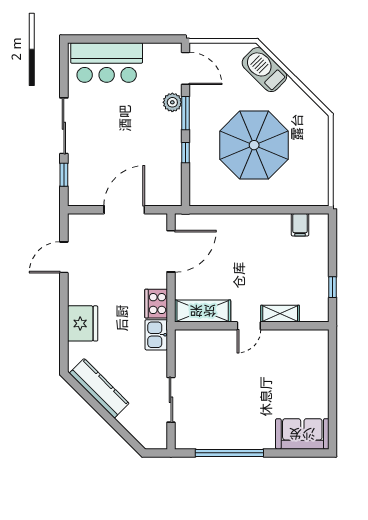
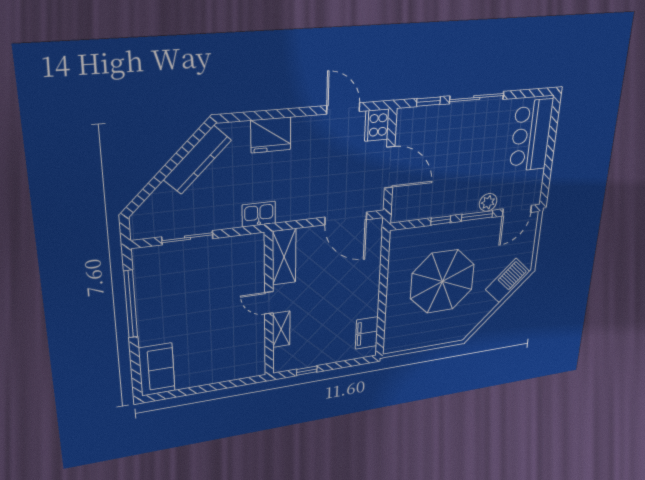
filing cabinet: (300, 225) -> (367, 333), width x2.00
cooker: (156, 304) -> (377, 125), moved, turned -90

